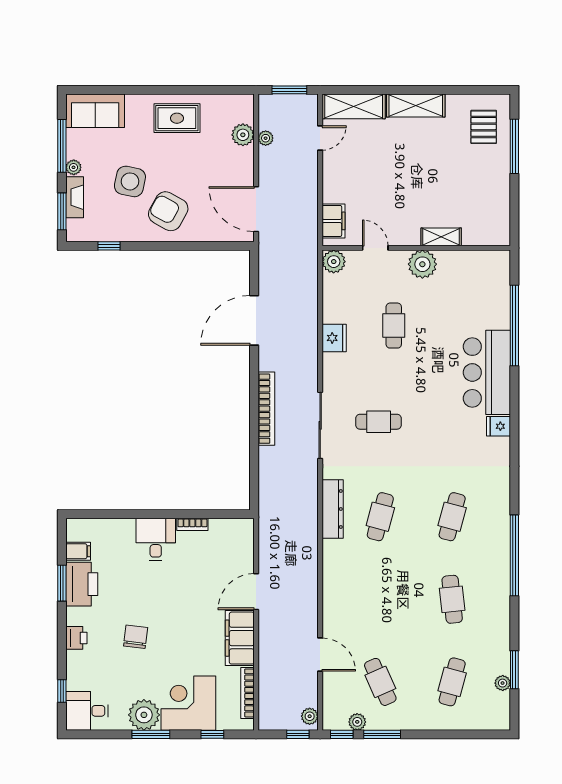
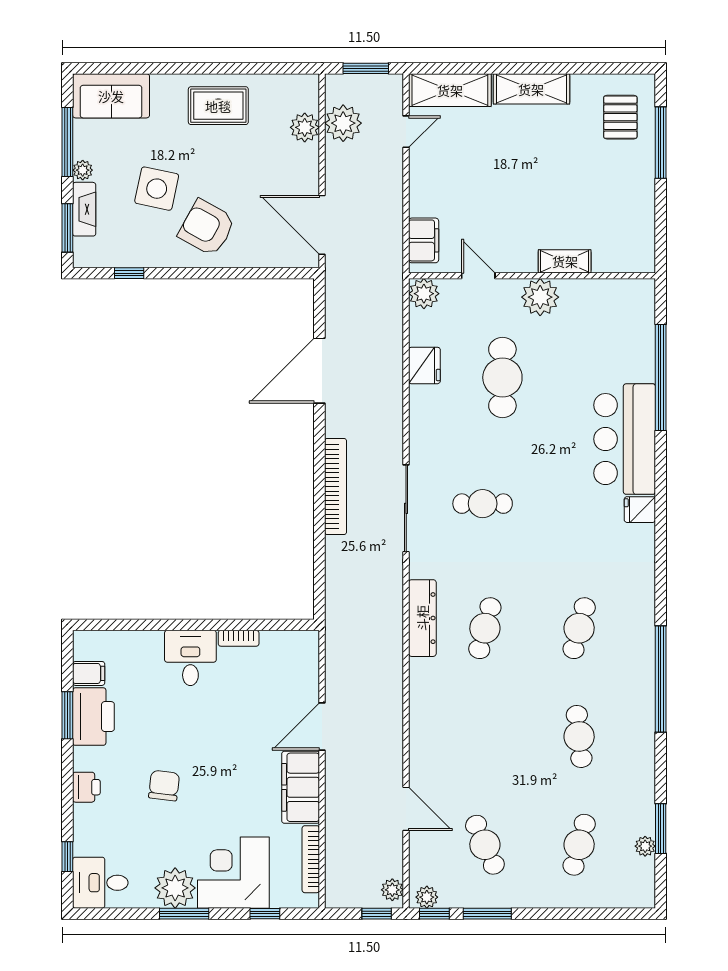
plant: (266, 138) -> (343, 123), width x1.88, depth x1.88
cafe table: (394, 326) -> (502, 377), width x1.37, depth x1.35
fridge: (334, 338) -> (424, 365), moved
plant: (357, 722) -> (427, 897), moved

